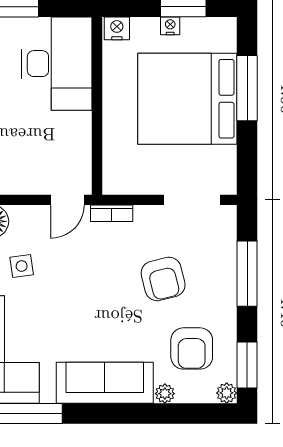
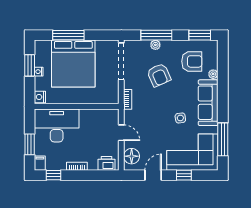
door: (67, 200) -> (121, 133), moved
doorway: (192, 200) -> (121, 61), width x1.36
side table: (22, 266) -> (180, 118), moved
armchair: (163, 279) -> (159, 75), turned 80
plant: (227, 393) -> (155, 45), moved

